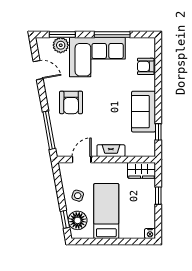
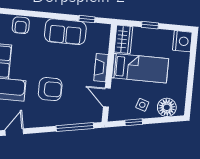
armchair: (71, 102) -> (50, 89), moved
bed: (106, 211) -> (140, 68), moved, turned 180
window: (65, 219) -> (134, 122), moved
nightstand: (150, 233) -> (182, 41), width x1.89, depth x1.79

